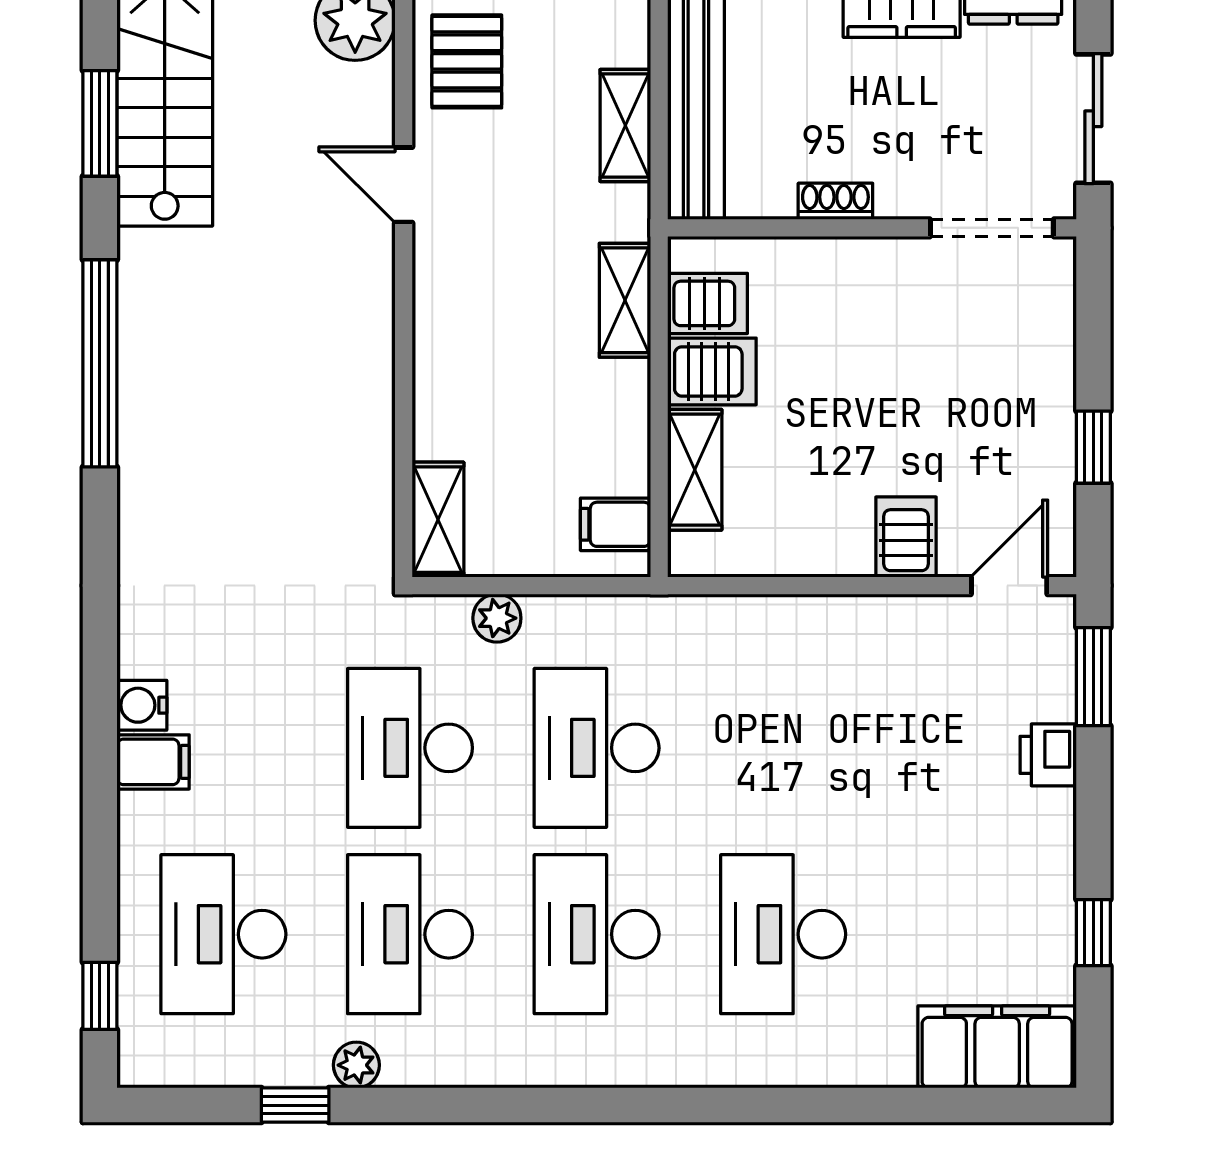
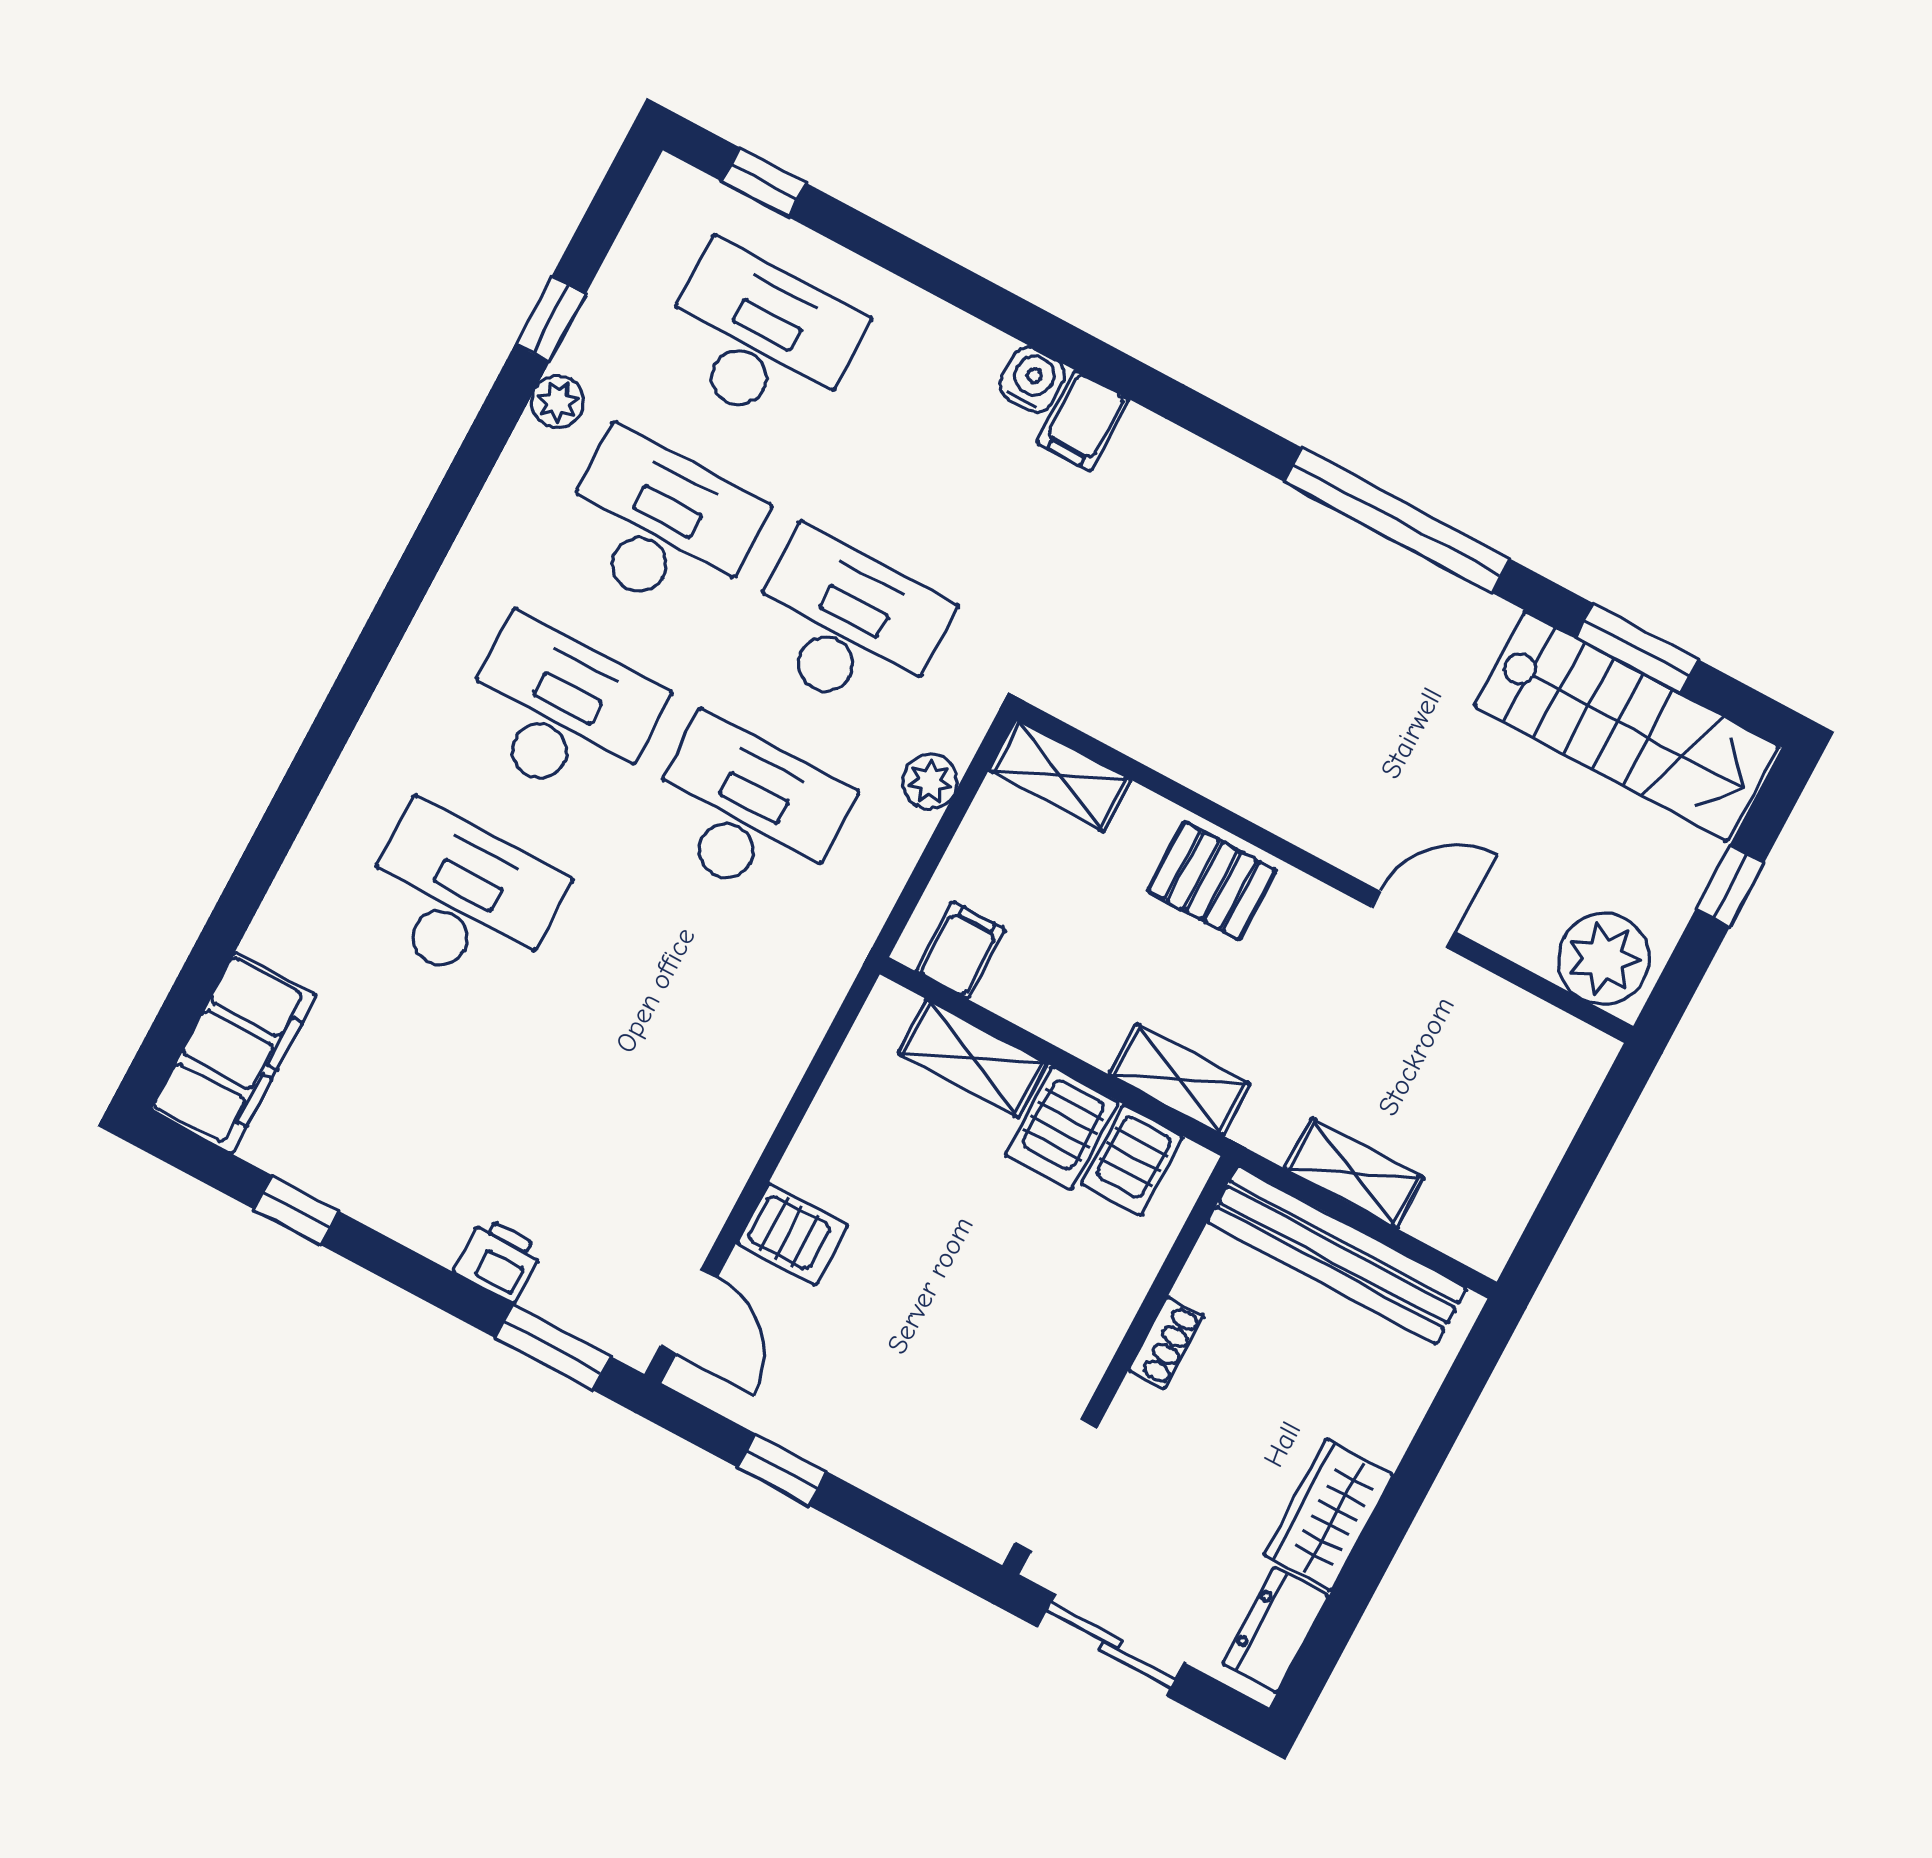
pallet: (467, 61) -> (1212, 881), moved
filing cabinet: (153, 762) -> (1083, 421), moved

